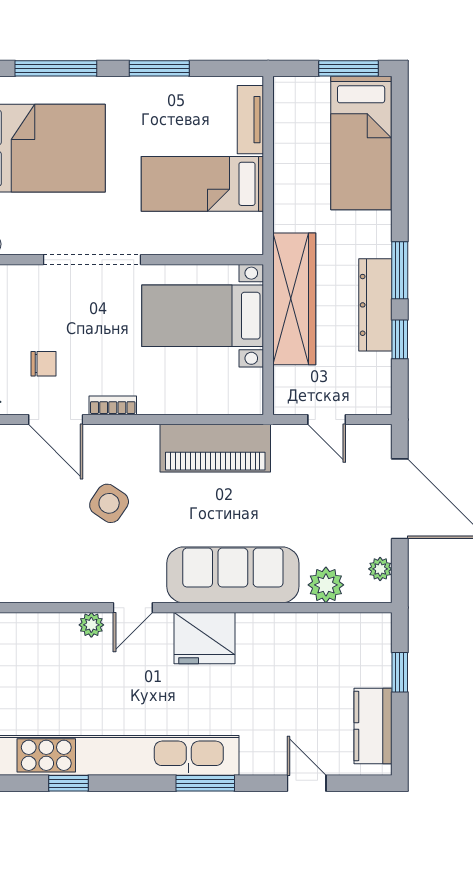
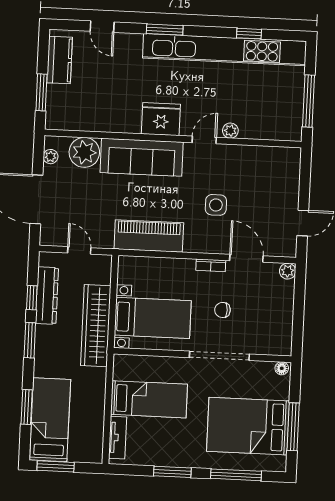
window: (400, 162) -> (27, 407), added
dresser: (375, 305) -> (47, 296), moved
chair: (44, 364) -> (222, 310), moved
side table: (109, 503) -> (216, 205), turned -34
plant: (326, 585) -> (84, 152), width x1.36, depth x1.36
window: (400, 672) -> (41, 92), width x1.50

